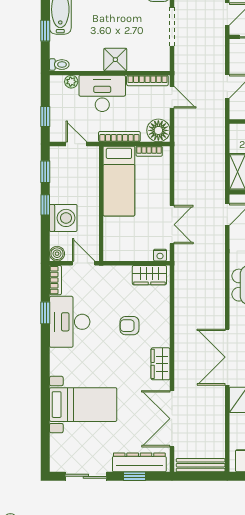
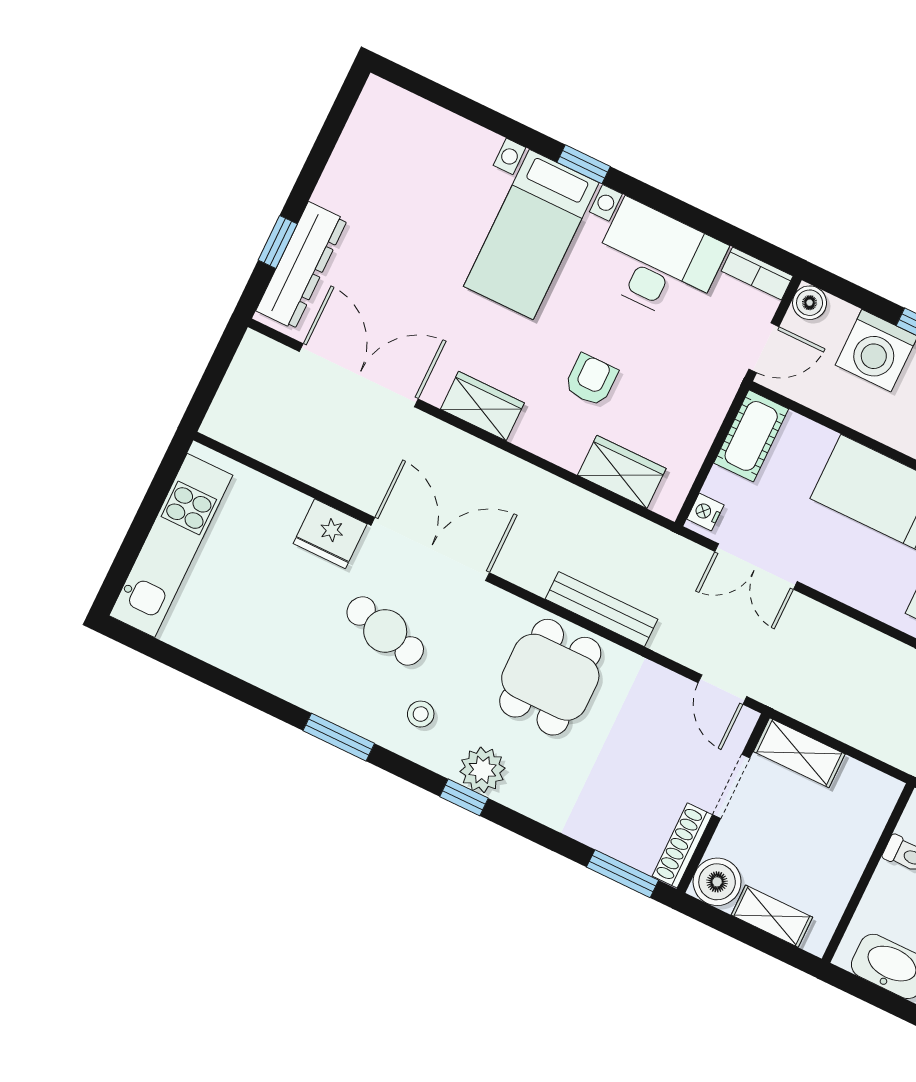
cot: (121, 251) -> (751, 436), added
wardrobe: (149, 275) -> (622, 472), moved, turned 90
window: (45, 313) -> (584, 164), moved
bed with nightstands: (83, 405) -> (531, 235), moved
bench: (201, 465) -> (602, 609), moved, turned 90
sliding door: (86, 476) -> (326, 143), removed

